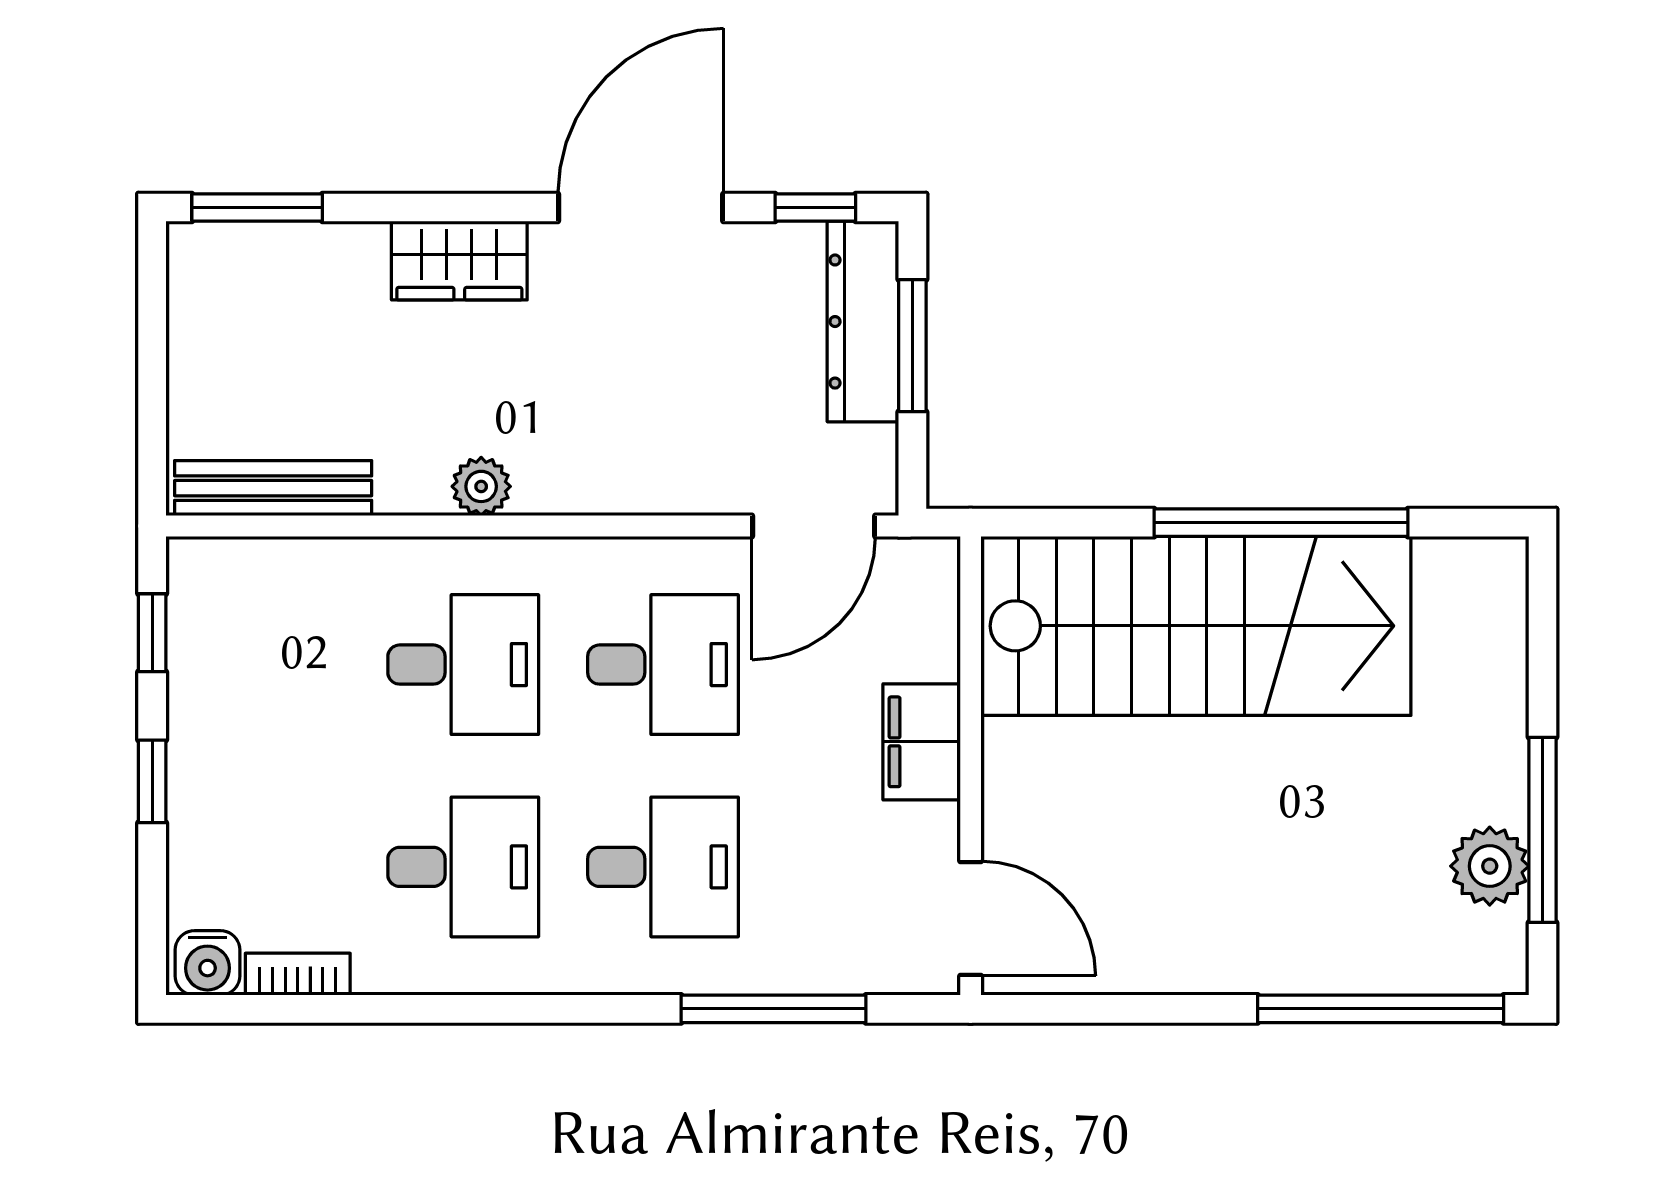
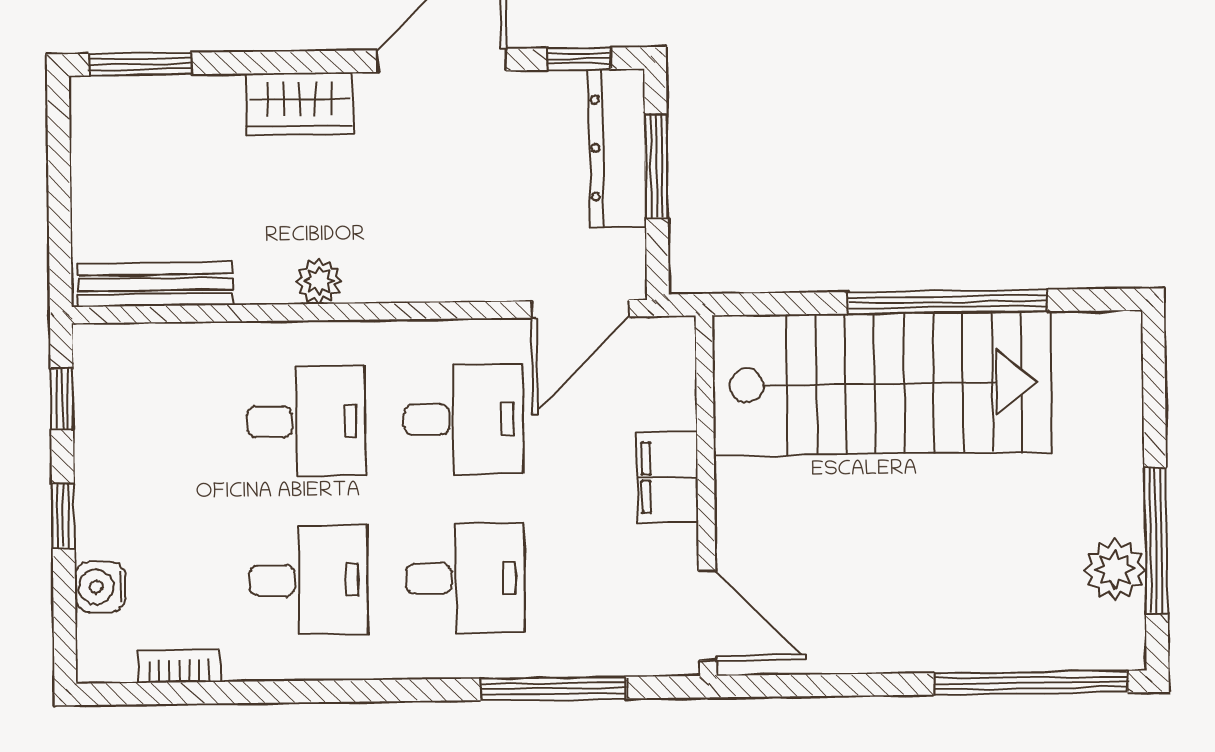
water cooler: (208, 963) -> (100, 587), moved, turned 90

